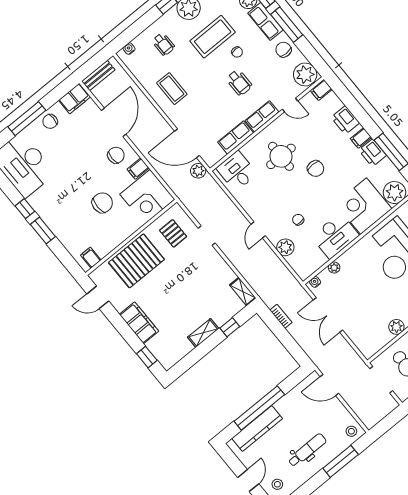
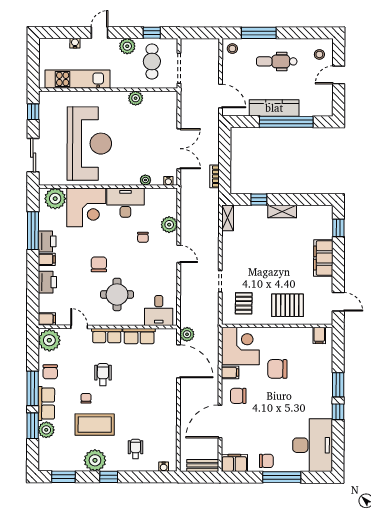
coffee table: (172, 89) -> (156, 411), removed
door: (258, 230) -> (179, 254), hinge flipped
pallet: (136, 261) -> (287, 305), width x0.73, depth x0.71
kitchen counter: (257, 428) -> (274, 108), moved

